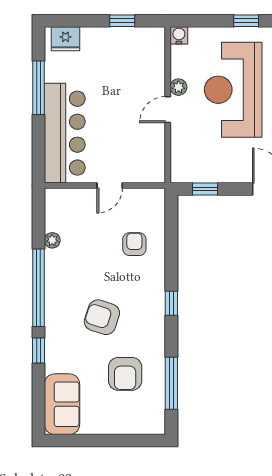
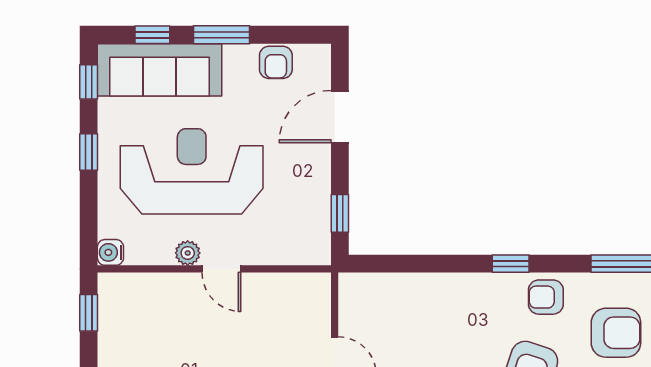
window: (122, 21) -> (89, 313), moved
reception desk: (233, 90) -> (192, 171), turned 180
armchair: (134, 244) -> (546, 297), moved

